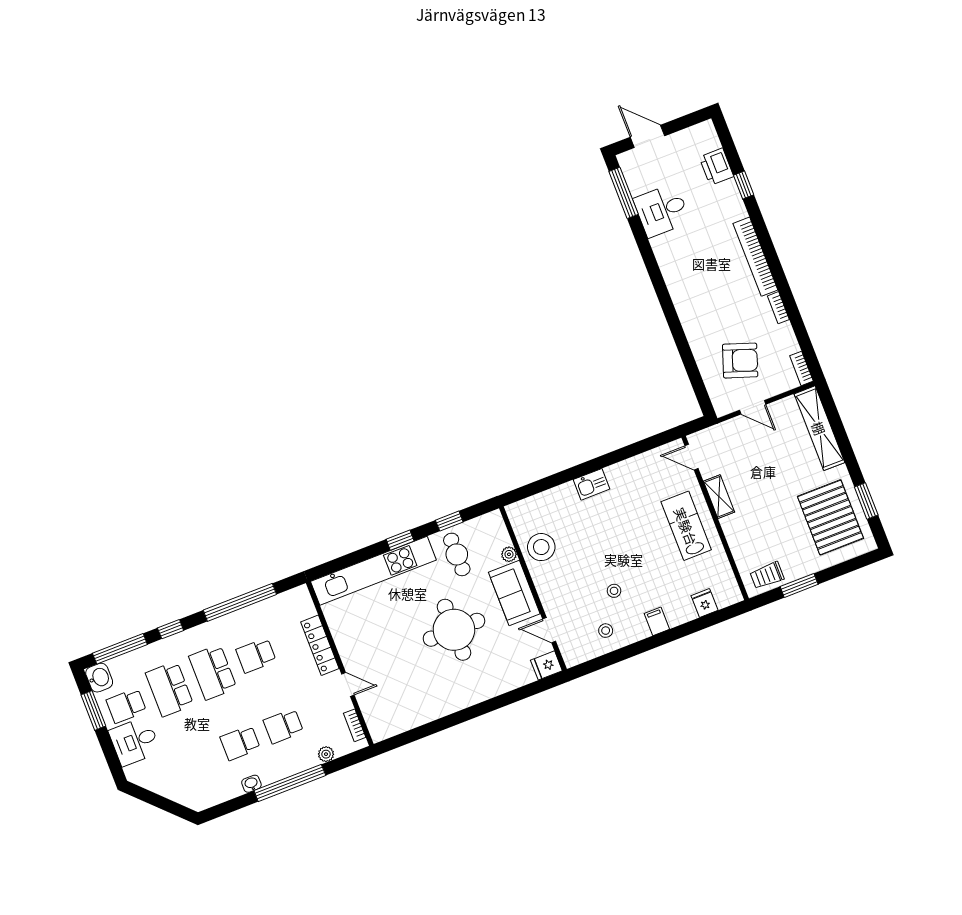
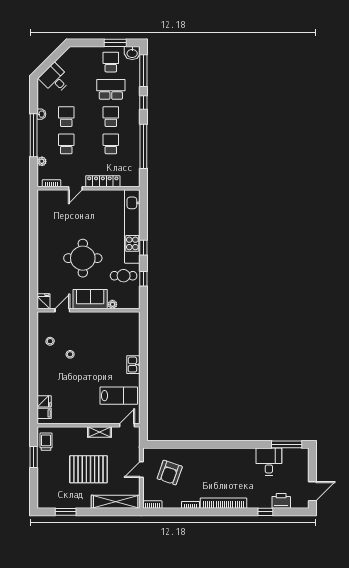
door: (647, 136) -> (312, 491), moved
pallet: (830, 517) -> (88, 469), moved
lab bench: (686, 526) -> (119, 396), moved
stool: (541, 547) -> (110, 324), removed
filing cabinet: (657, 621) -> (44, 413), moved
school desk: (213, 672) -> (111, 117), width x0.54
desk: (135, 741) -> (55, 79), moved, turned -45

